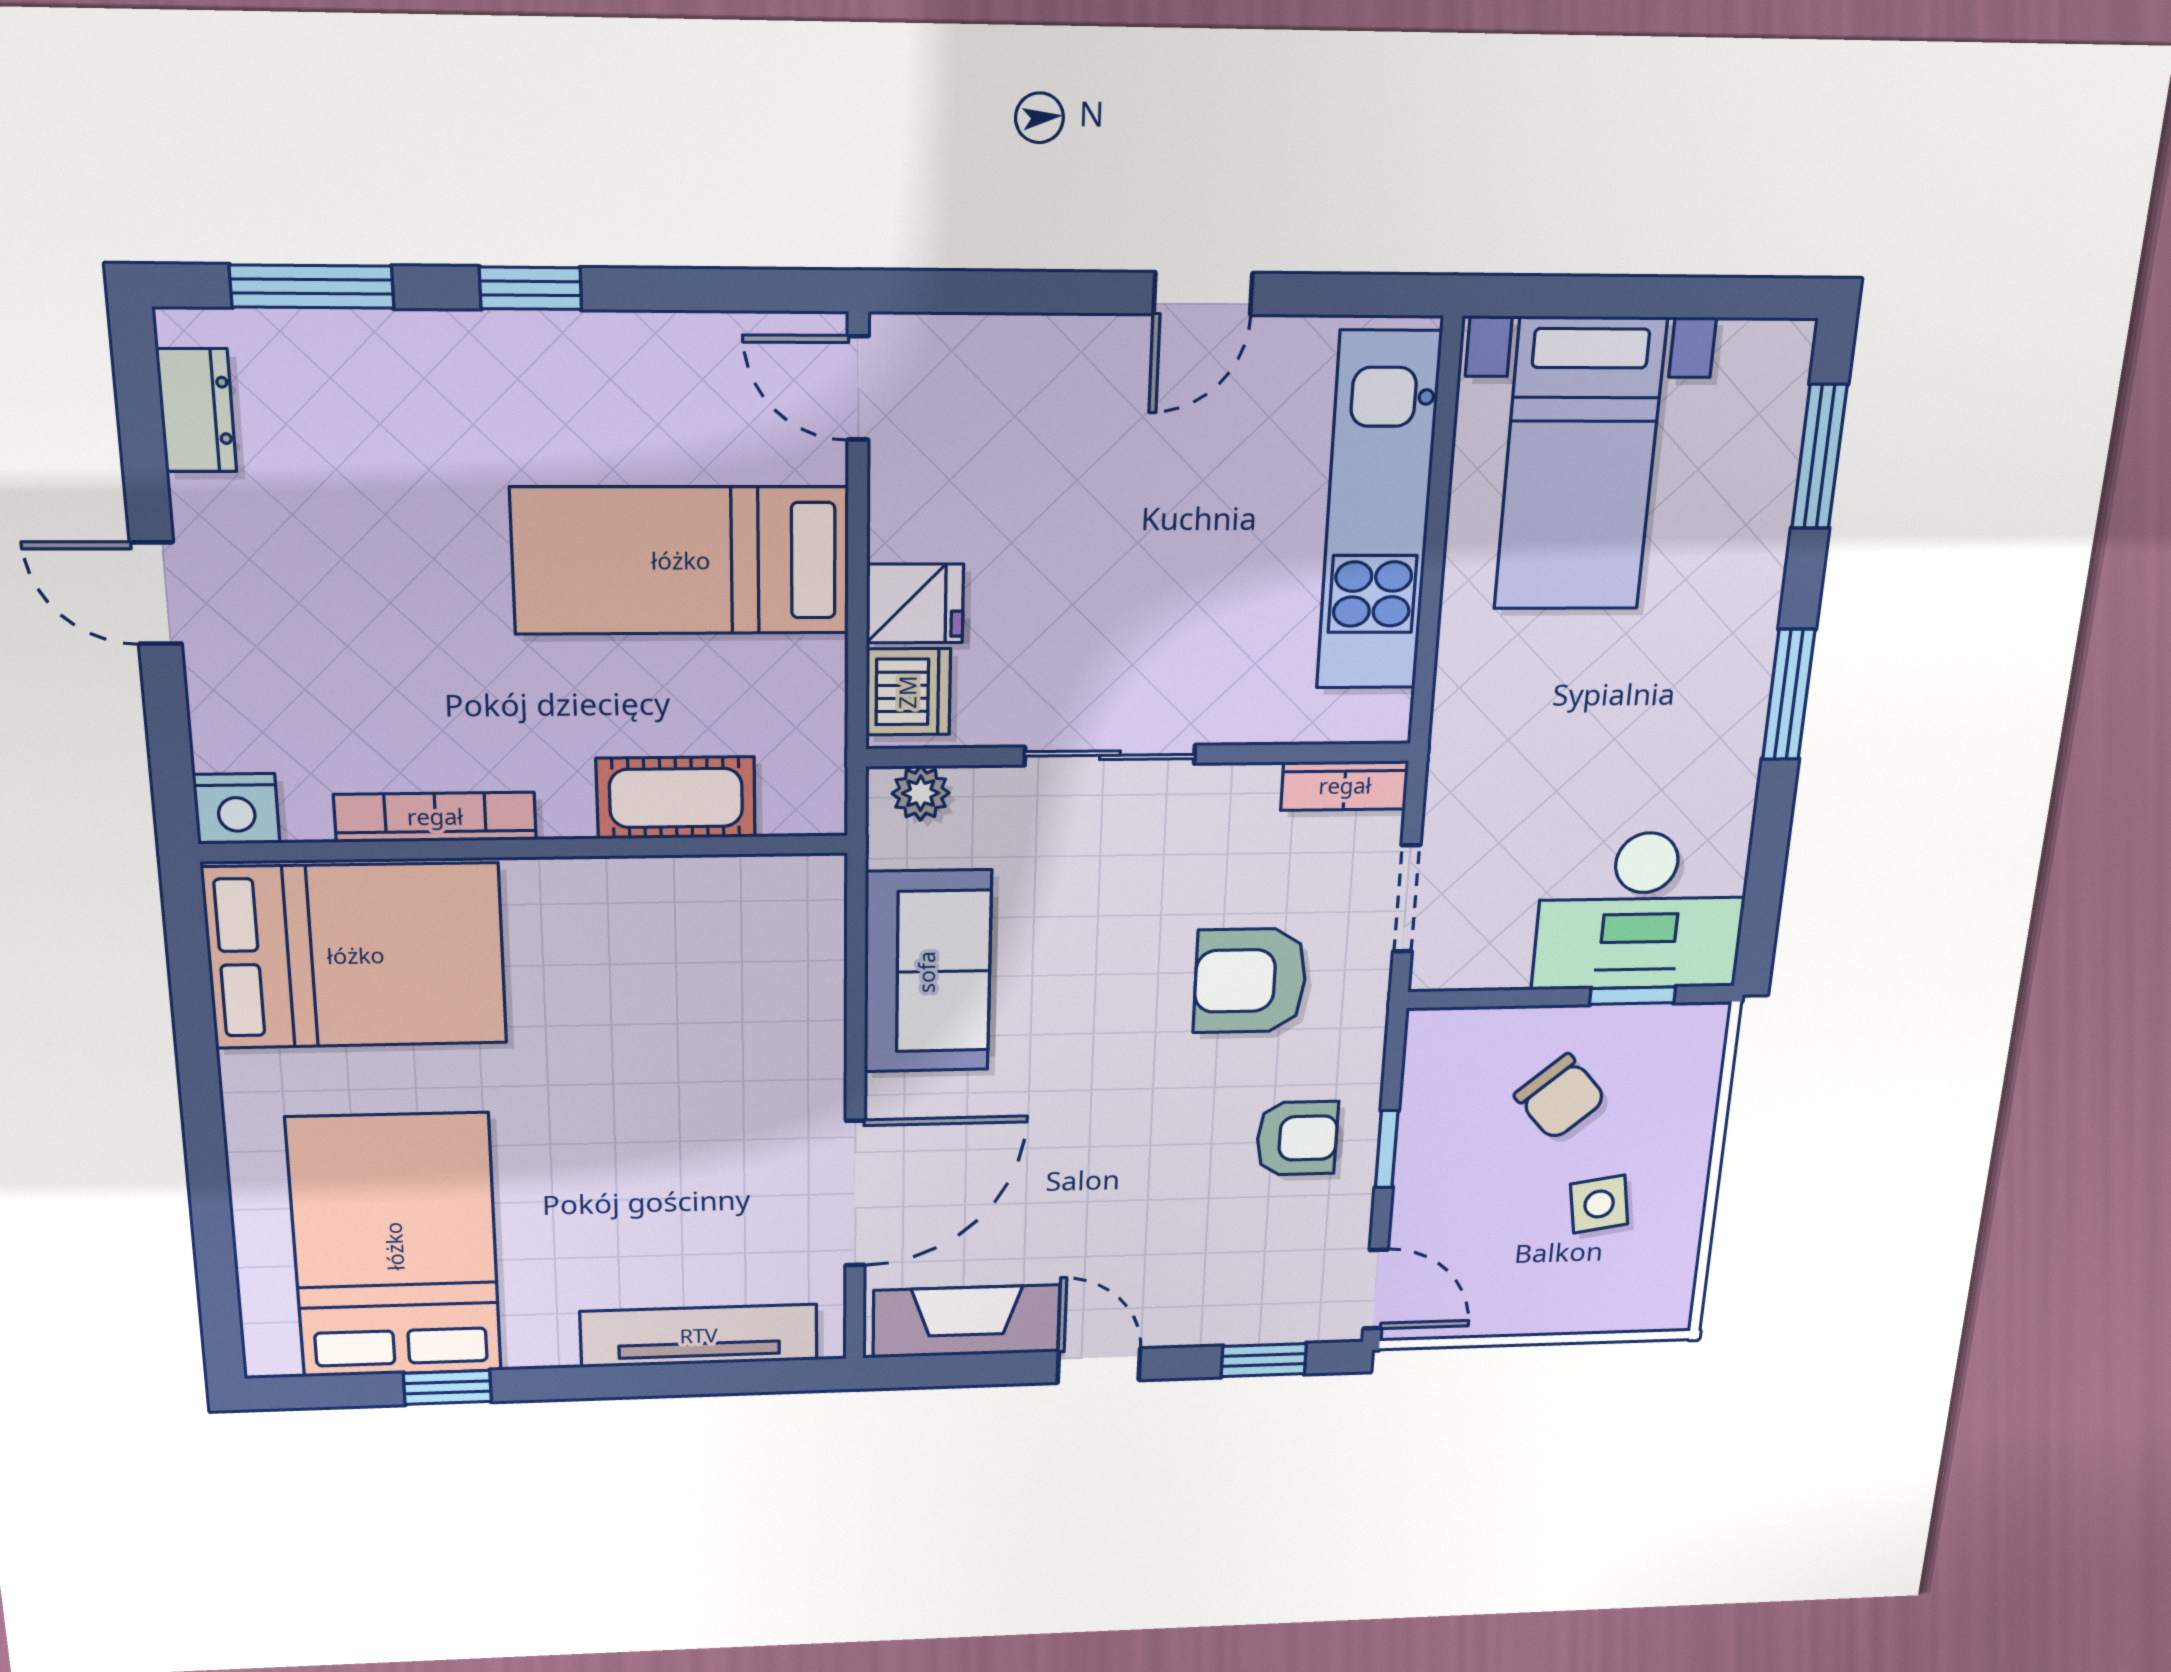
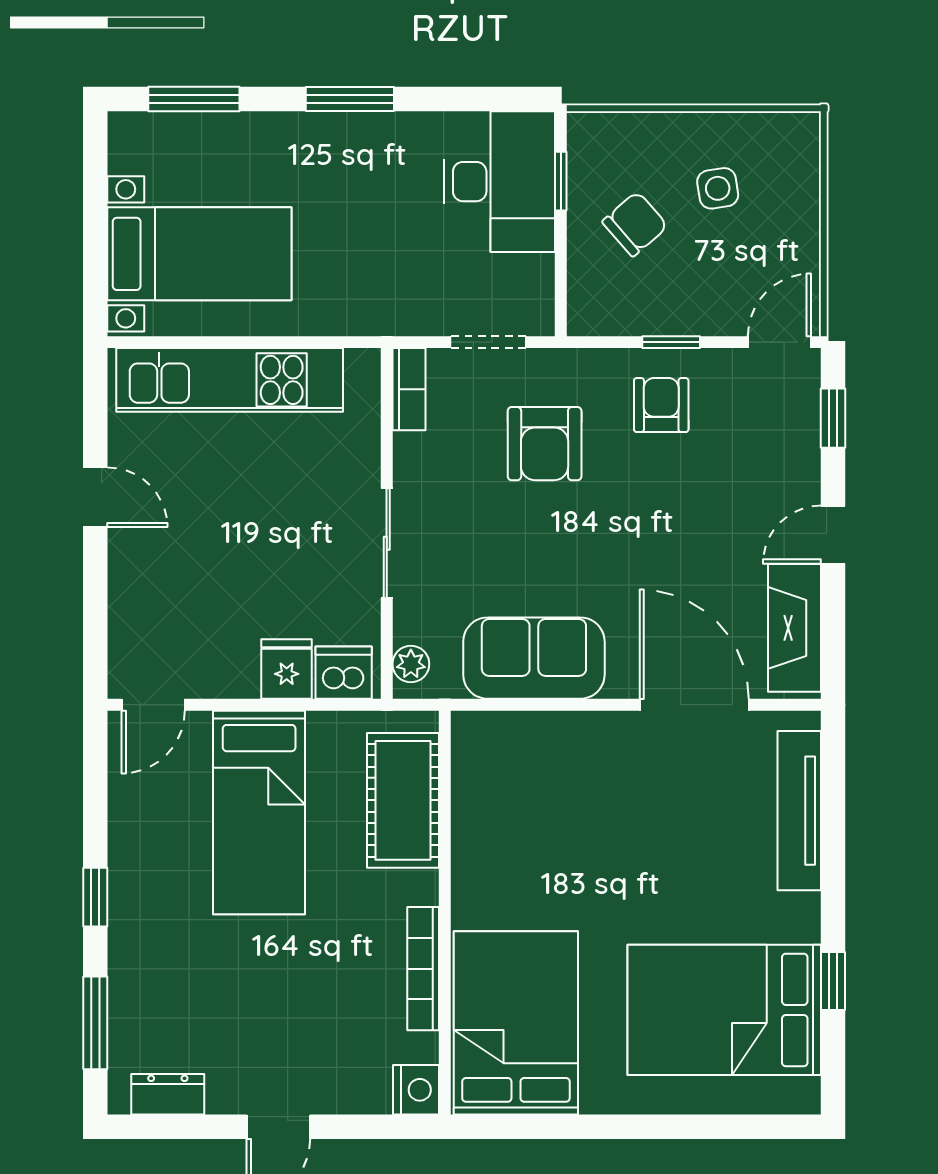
cot: (676, 798) -> (403, 800), width x1.37, depth x1.34

